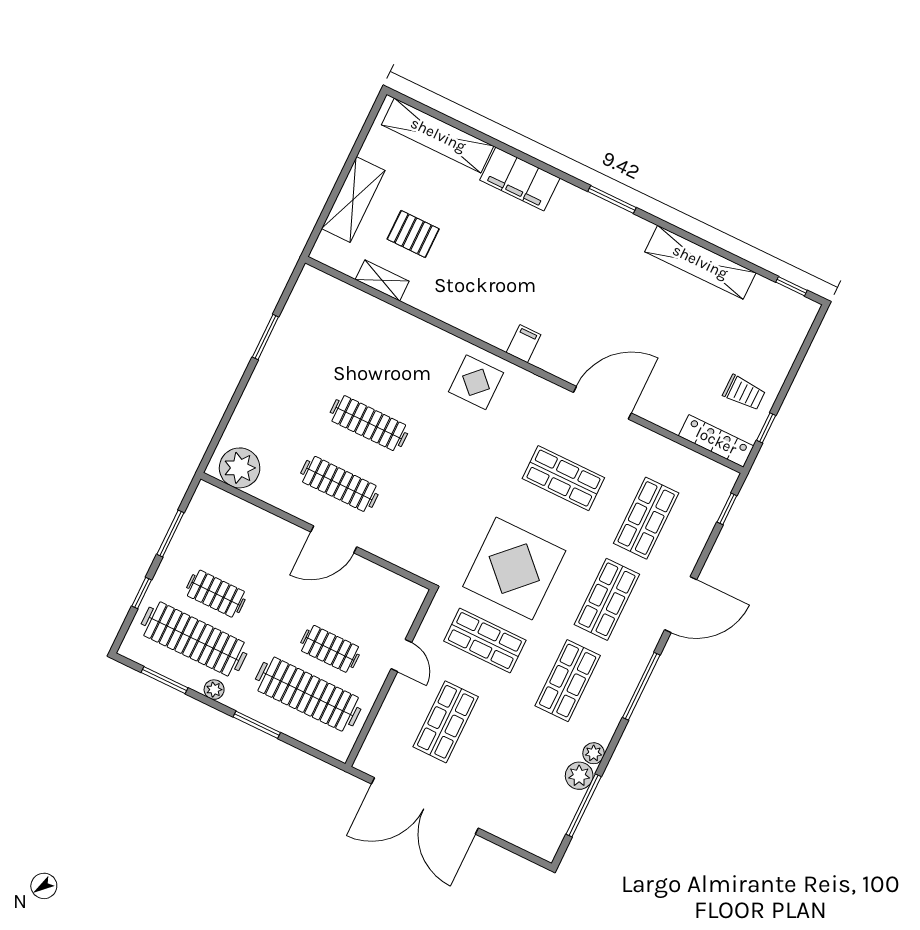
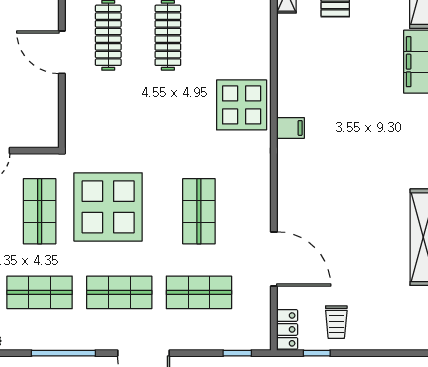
display table: (476, 382) -> (242, 105), width x1.36, depth x1.36
door: (602, 403) -> (274, 259), moved
locker: (716, 441) -> (287, 329), width x0.66

